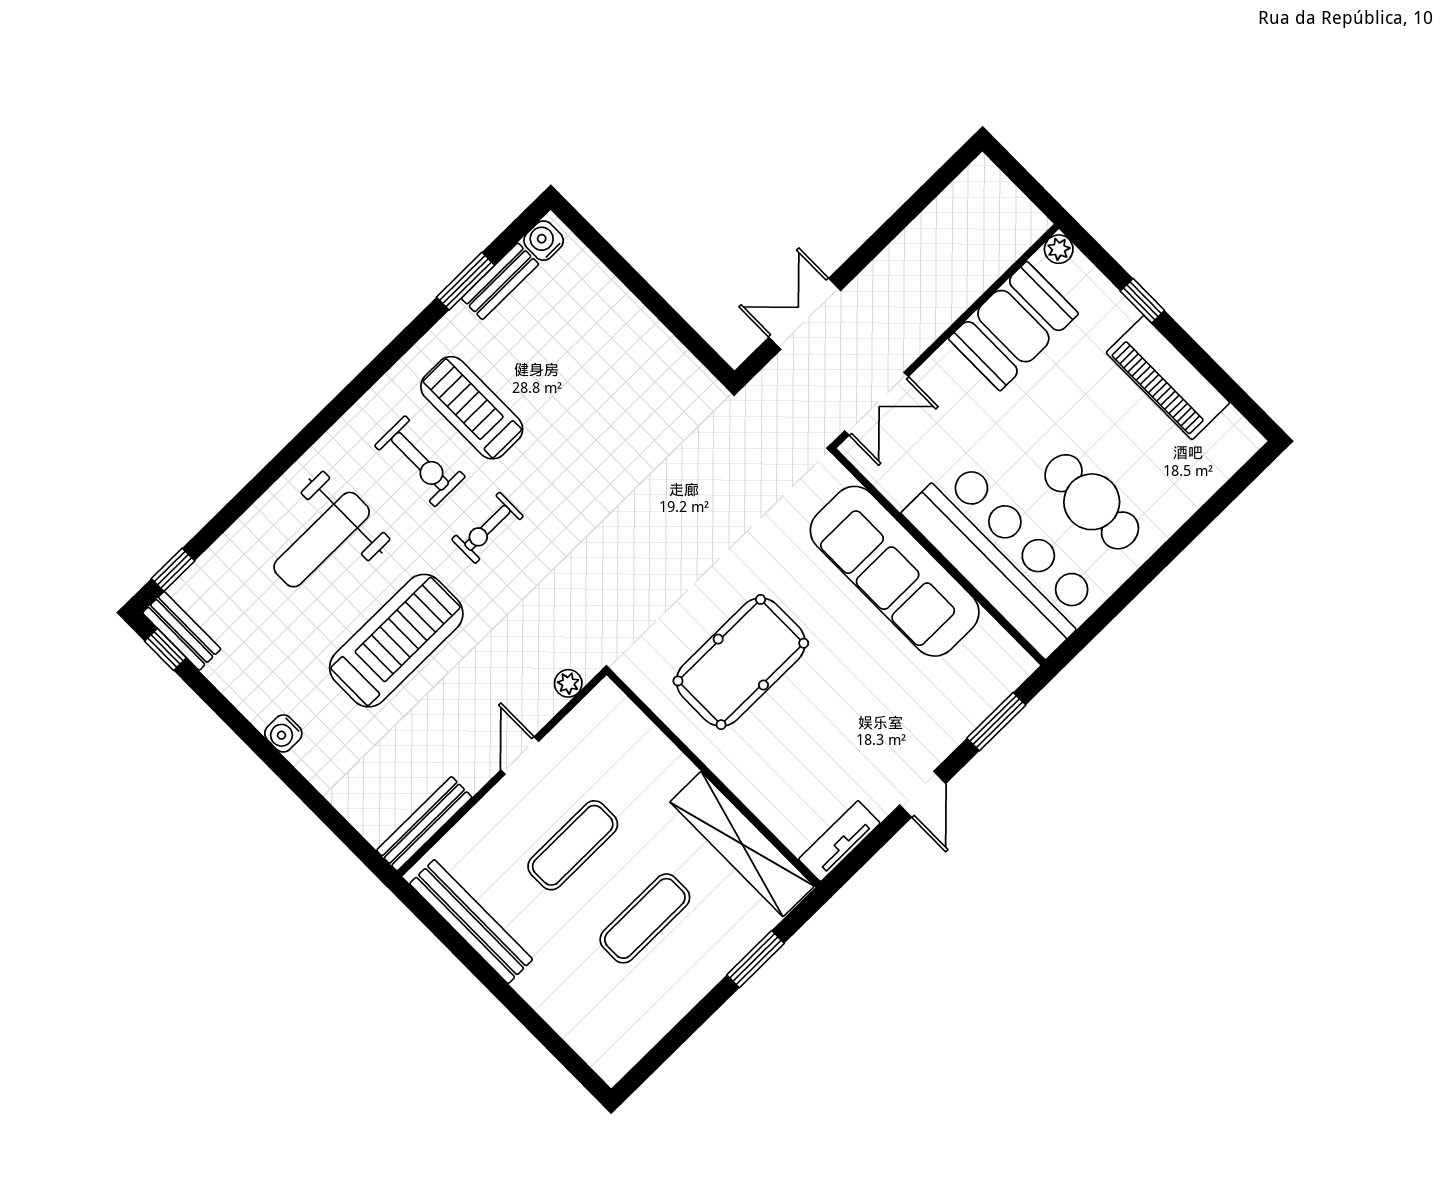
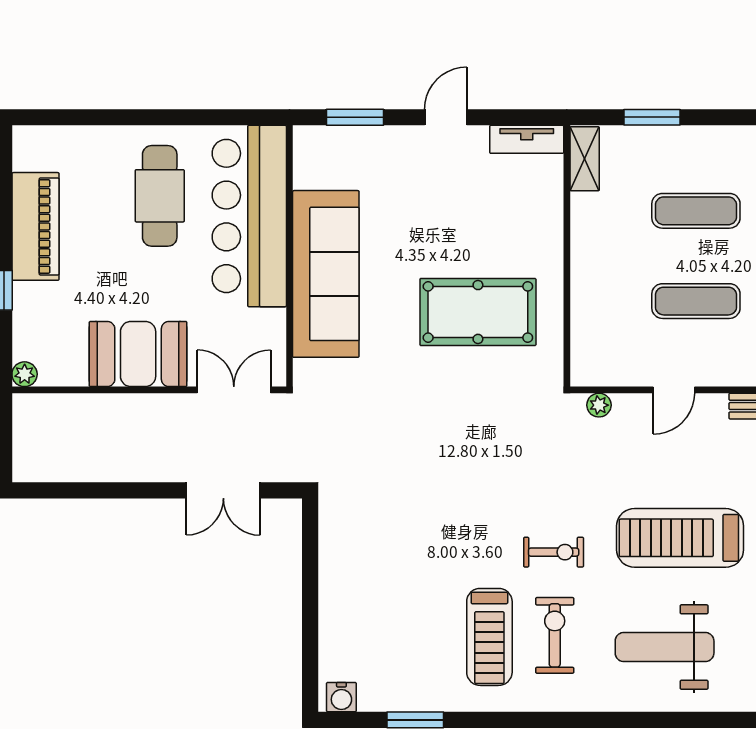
bench: (500, 281) -> (394, 699), removed
booth: (1013, 326) -> (138, 354), moved
weight bench: (322, 540) -> (665, 647), turned 180
shelving: (742, 844) -> (585, 159), width x0.45, depth x0.75

